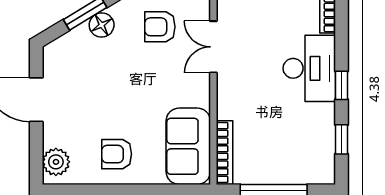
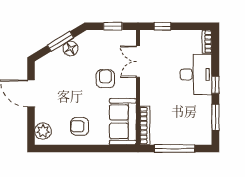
armchair: (160, 27) -> (105, 79), moved, turned 90
window: (341, 139) -> (215, 117), width x1.50

